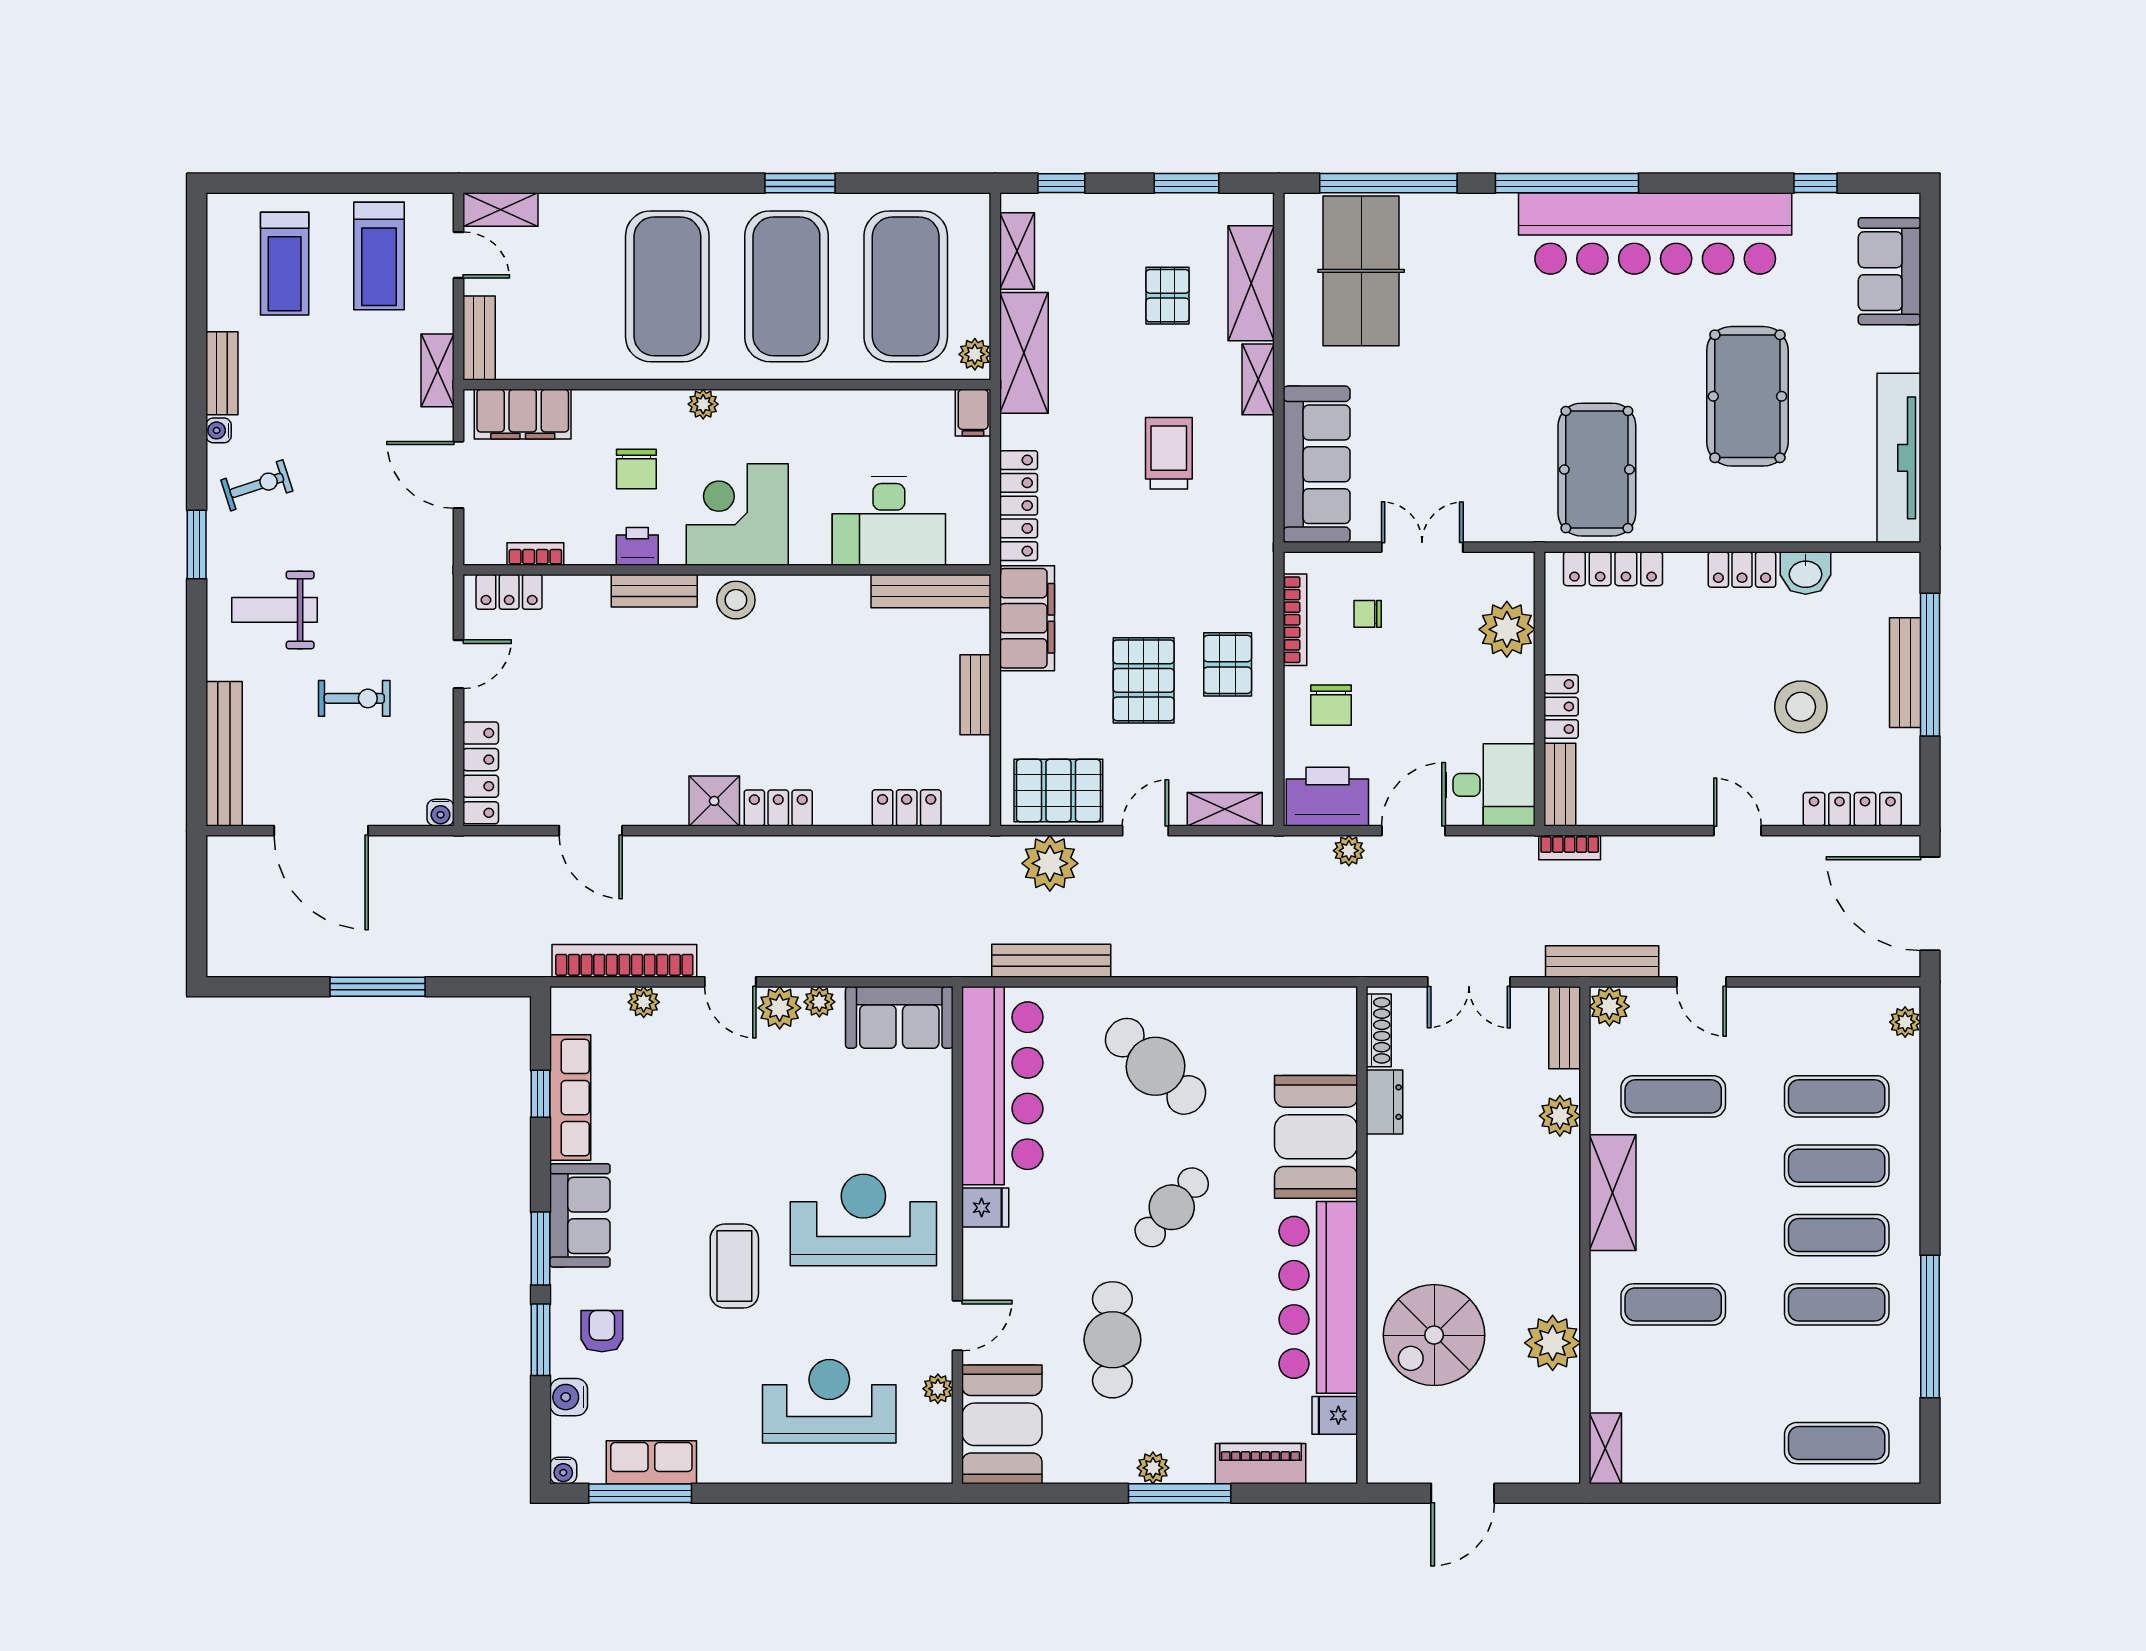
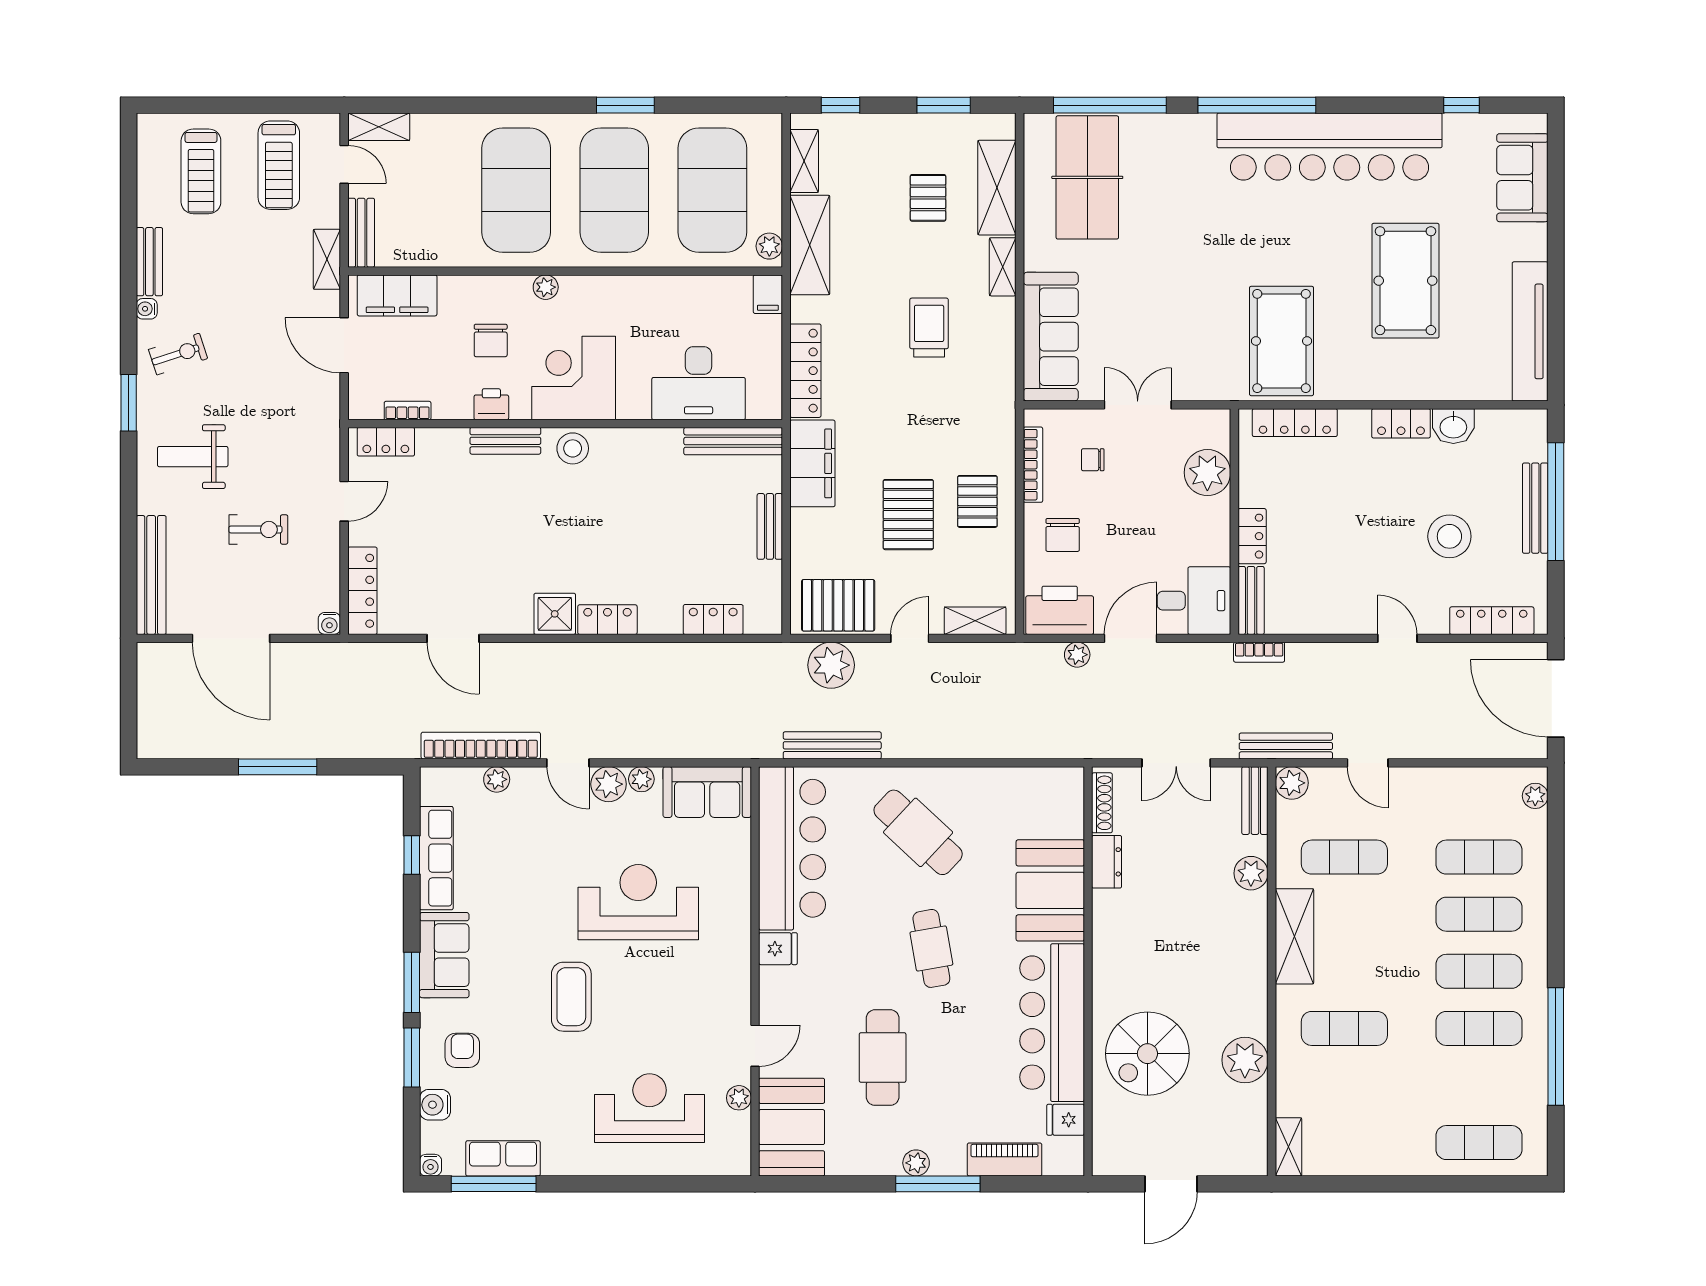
cafe table: (1172, 1207) -> (931, 948), turned -51
reception desk: (863, 1220) -> (638, 902), moved

